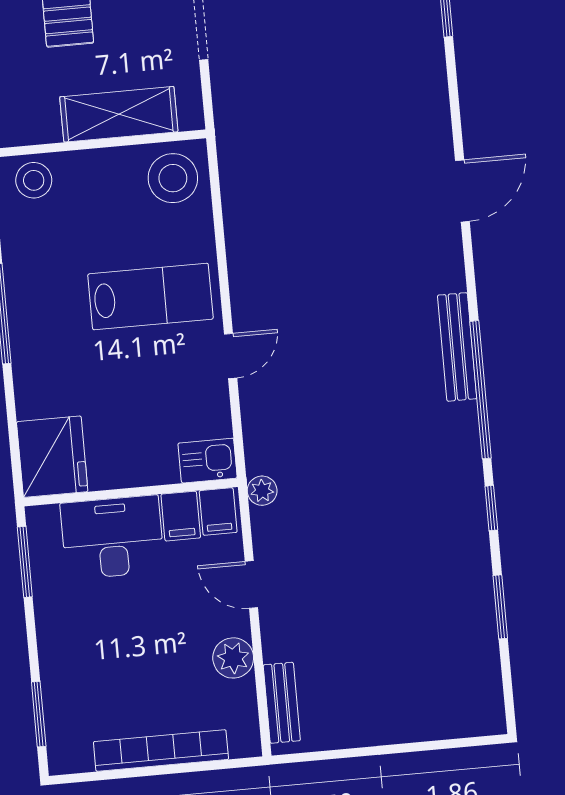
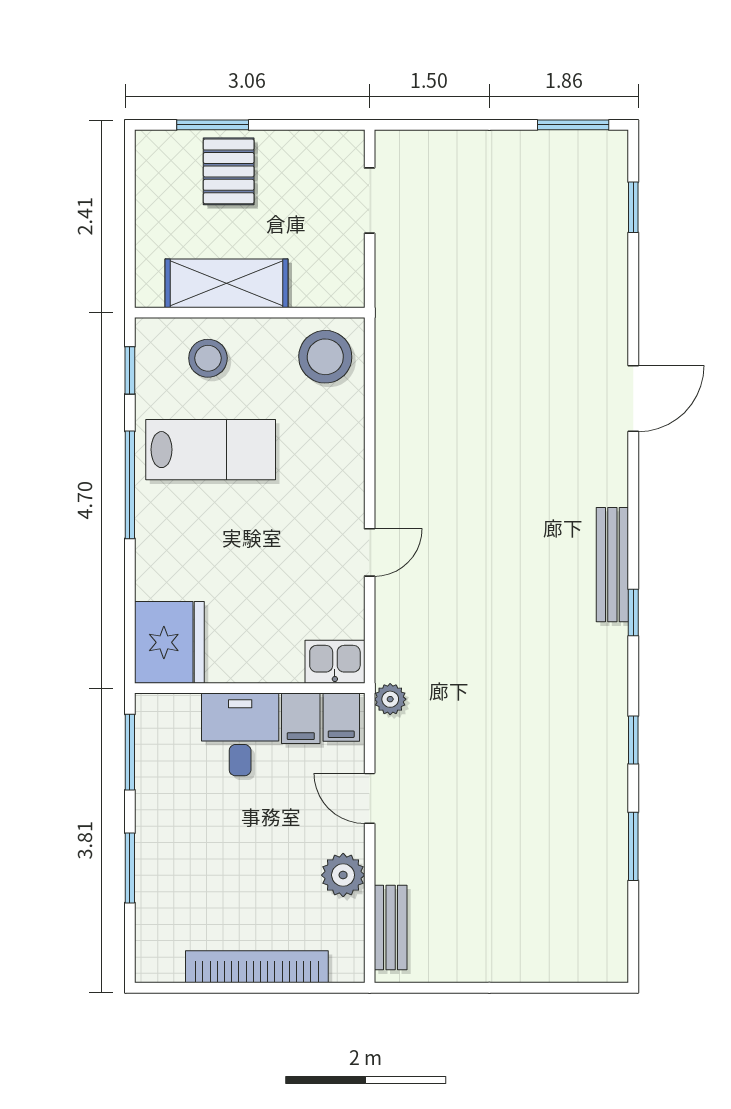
shelving: (119, 114) -> (227, 283), moved
stool: (34, 180) -> (208, 358), moved
lab bench: (150, 297) -> (211, 450), moved
window: (481, 390) -> (633, 613), width x0.32
desk: (112, 537) -> (240, 734), width x0.73
window: (39, 714) -> (130, 868), moved

